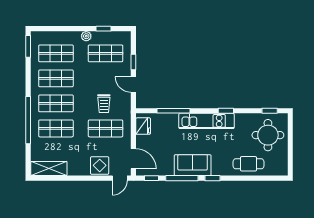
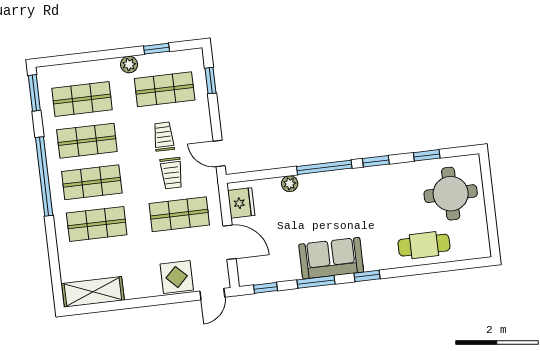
window: (133, 62) -> (211, 81), moved
trolley: (102, 81) -> (164, 137), added
door: (133, 85) -> (219, 153), moved
window: (173, 111) -> (324, 167), moved
window: (270, 111) -> (427, 155), moved
plant: (173, 118) -> (290, 184), added
window: (28, 120) -> (44, 176), moved
kitchen unit: (207, 121) -> (346, 182), removed
door: (133, 159) -> (230, 242), moved
window: (182, 178) -> (316, 282), width x0.69

